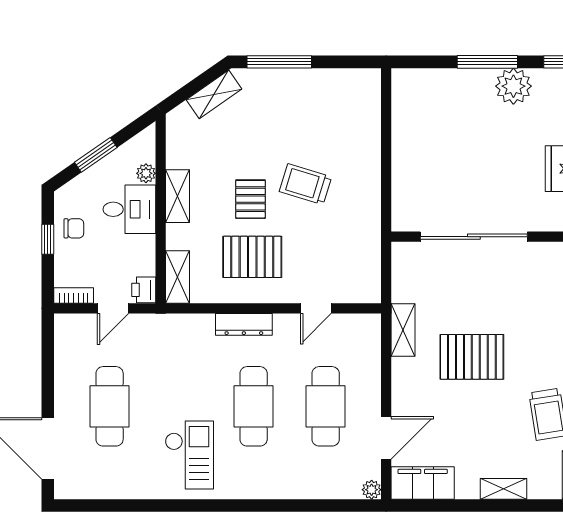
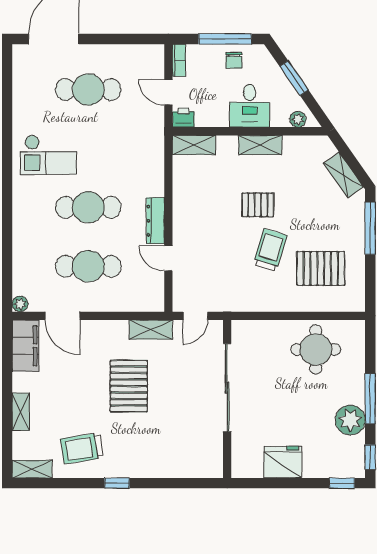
round table: (427, 128) -> (316, 350), added
plant: (146, 173) -> (298, 119), moved
window: (48, 239) -> (225, 39), width x2.17
pallet: (252, 257) -> (321, 268), moved, turned 90
door: (386, 276) -> (195, 316), added
dresser: (244, 324) -> (155, 221), moved

